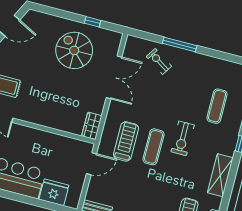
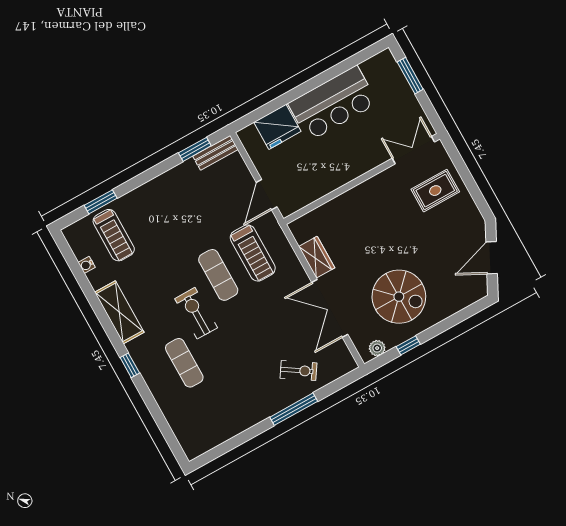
plant: (109, 35) -> (377, 348), added
exercise mat: (217, 106) -> (184, 363), moved
wardrobe: (92, 126) -> (317, 257), moved

